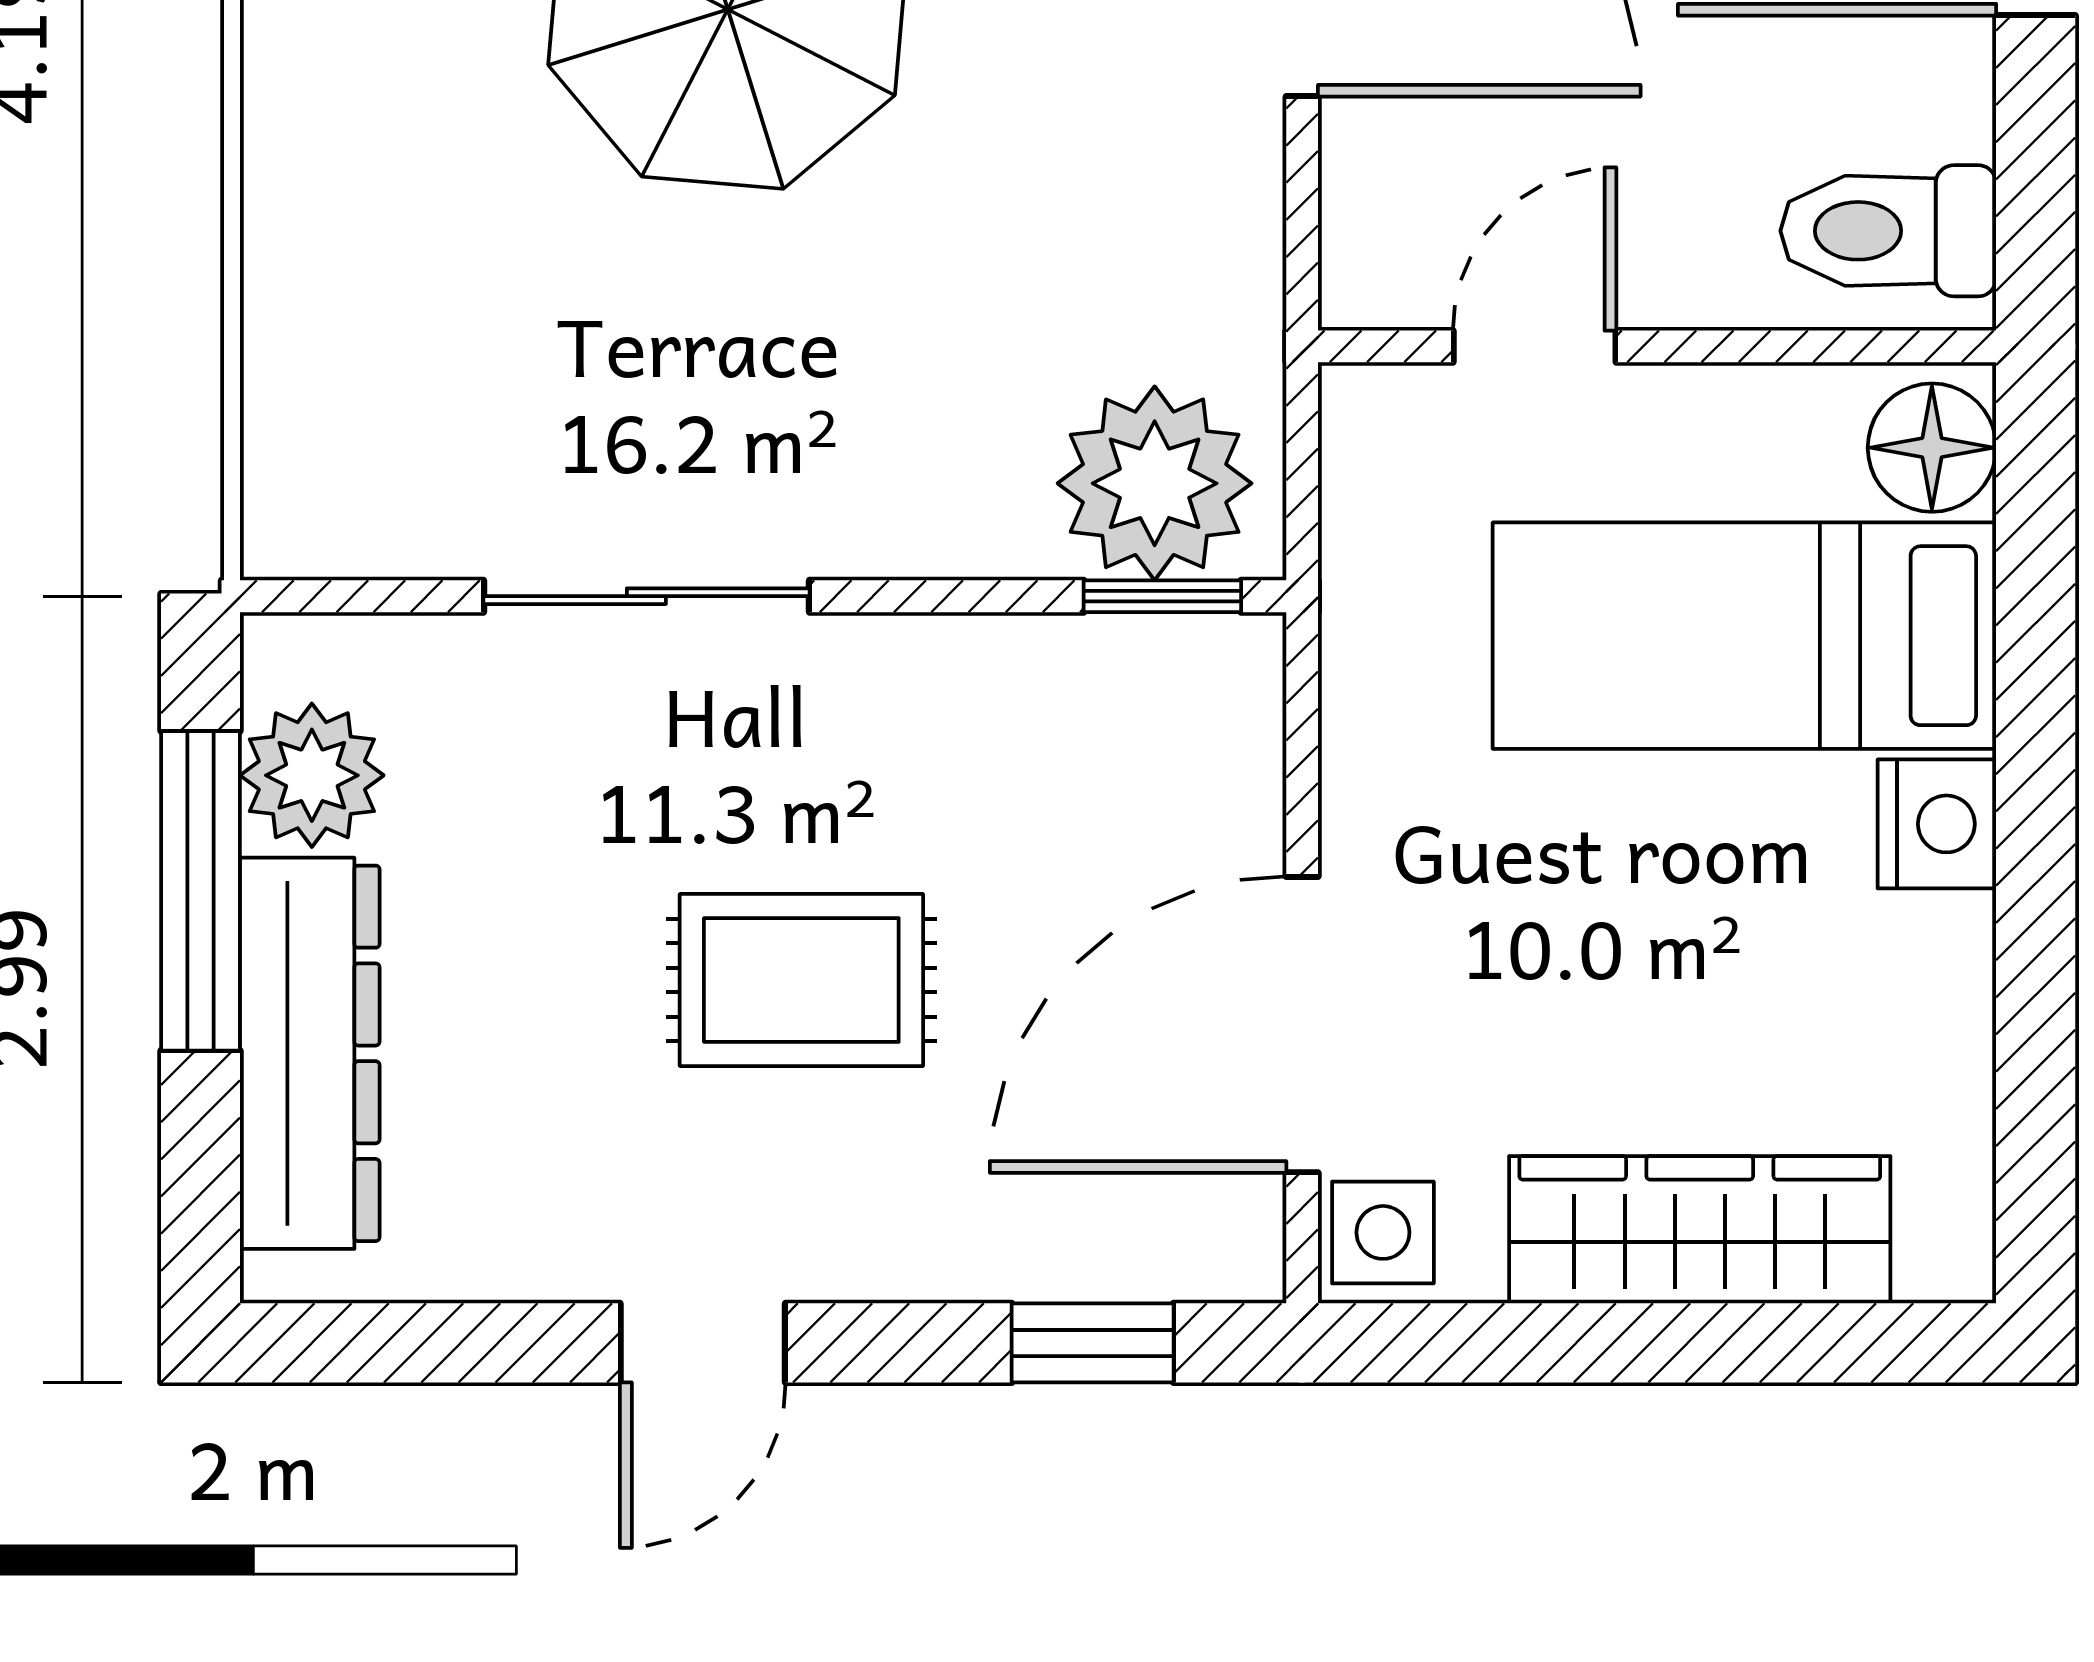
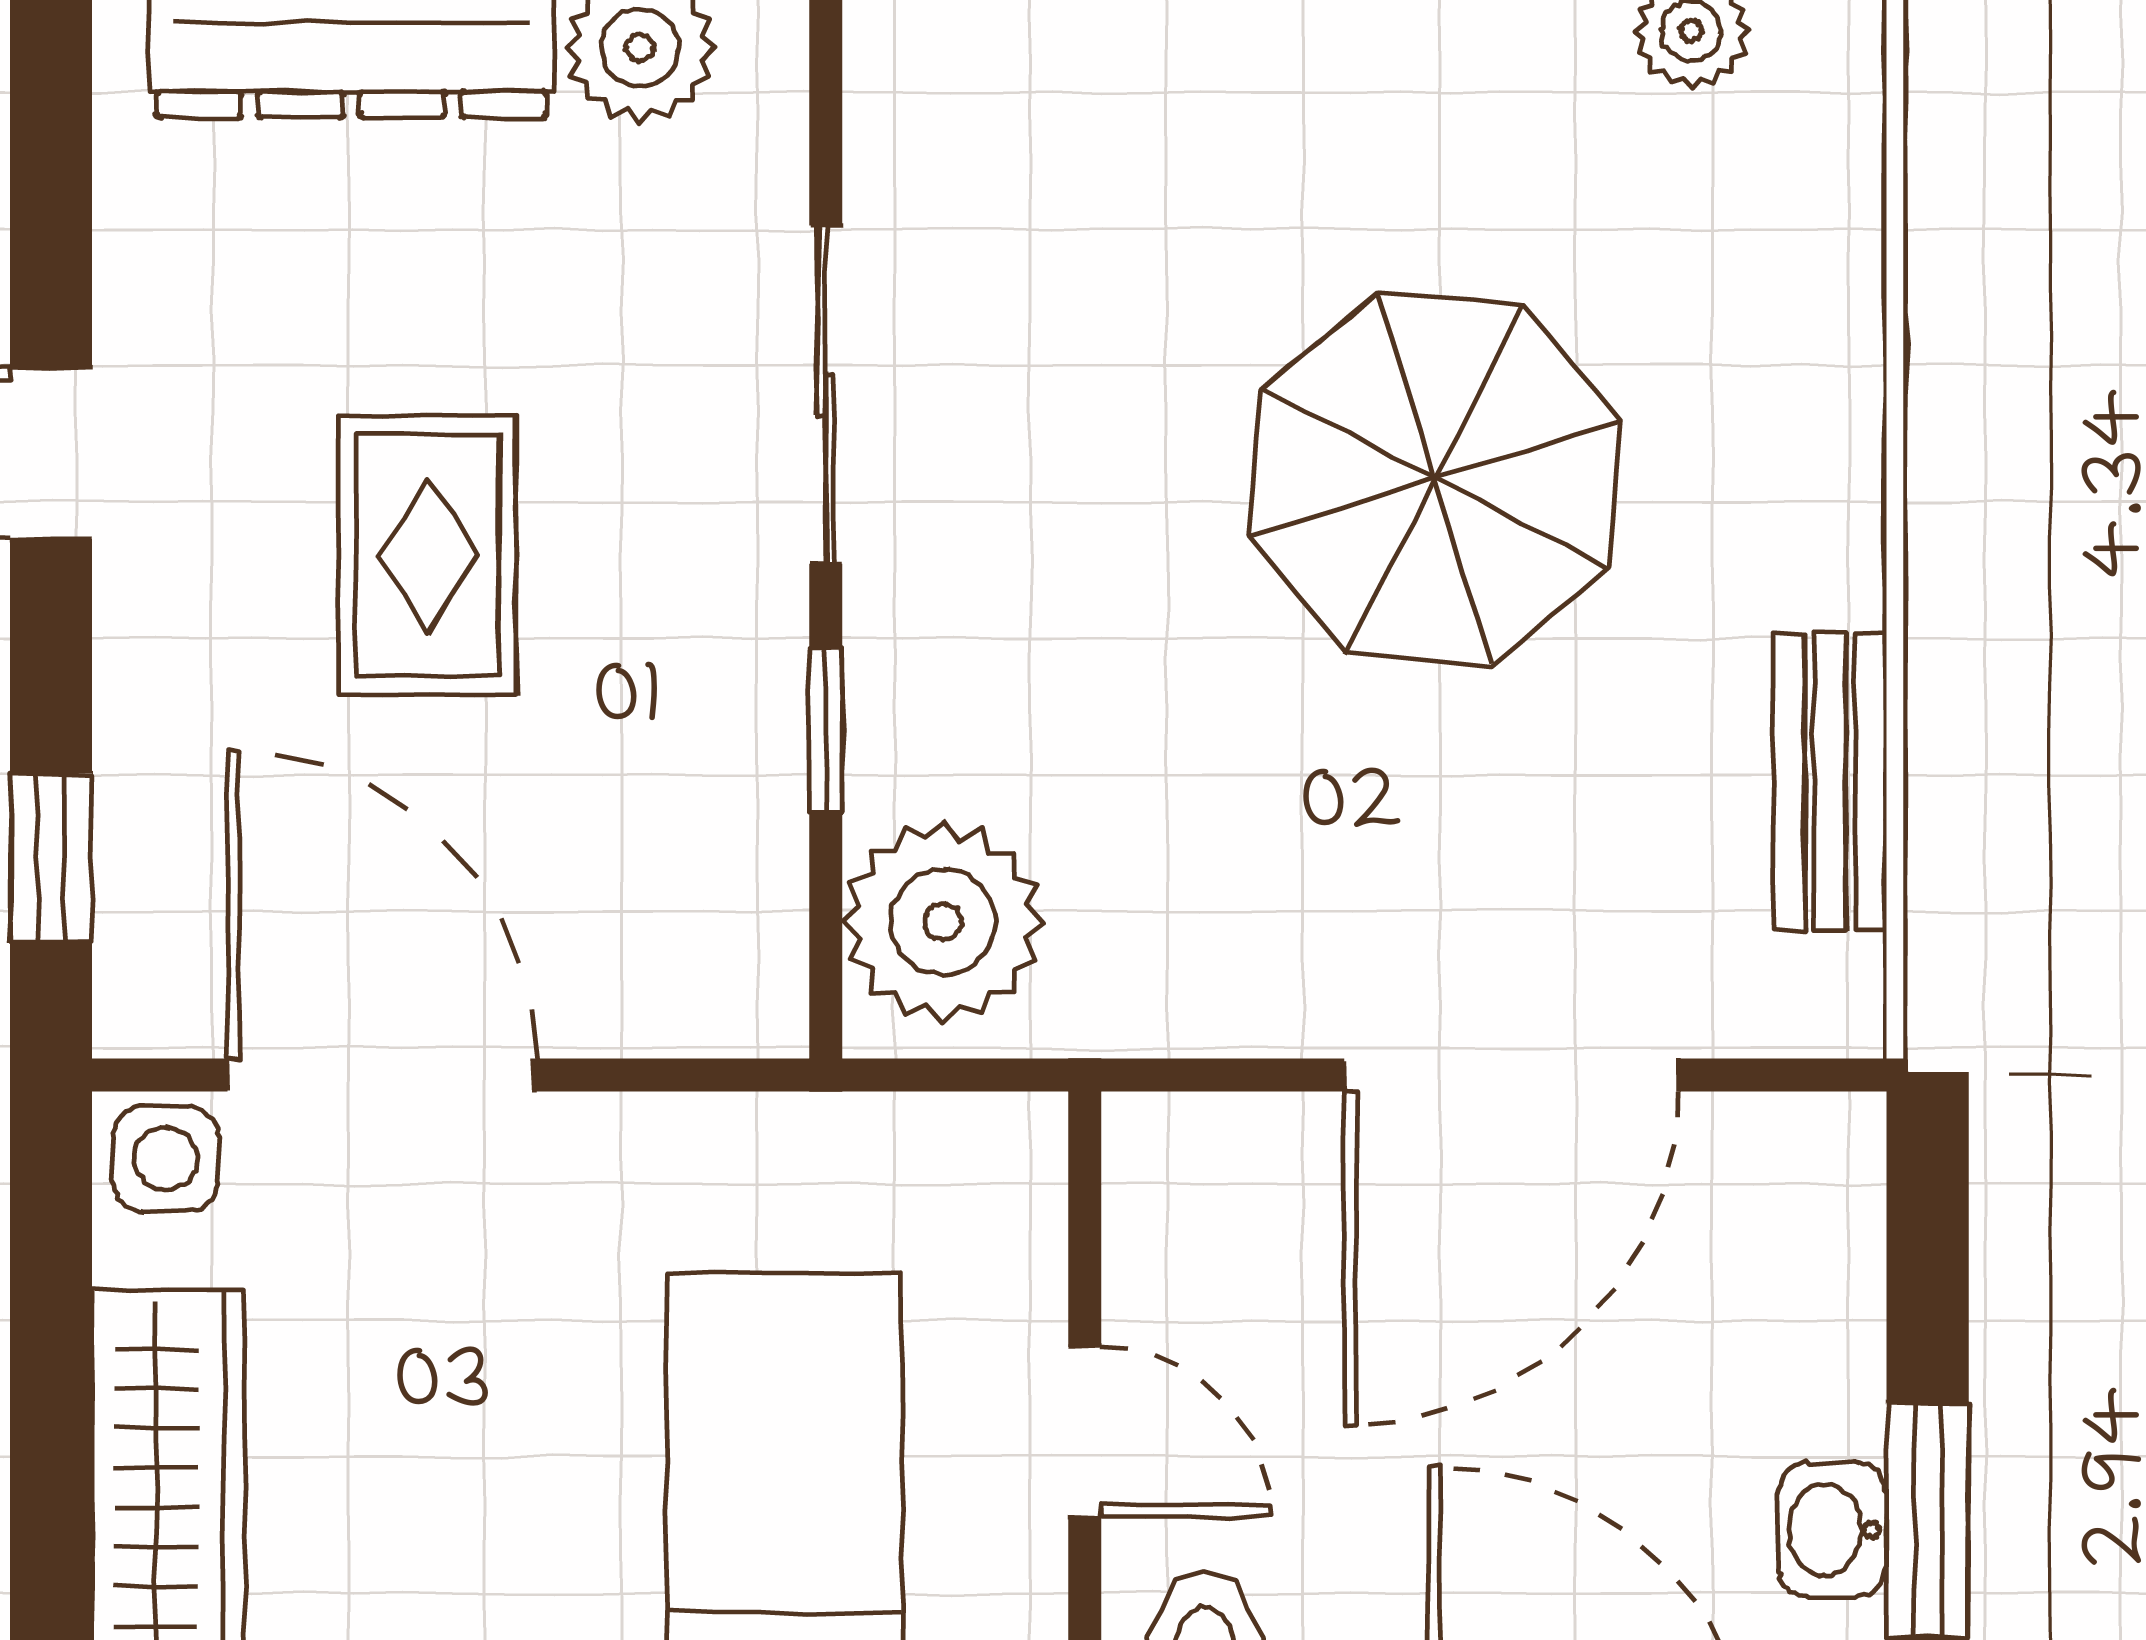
door: (1535, 346) -> (1085, 1432), moved
window: (1162, 596) -> (826, 730), moved

